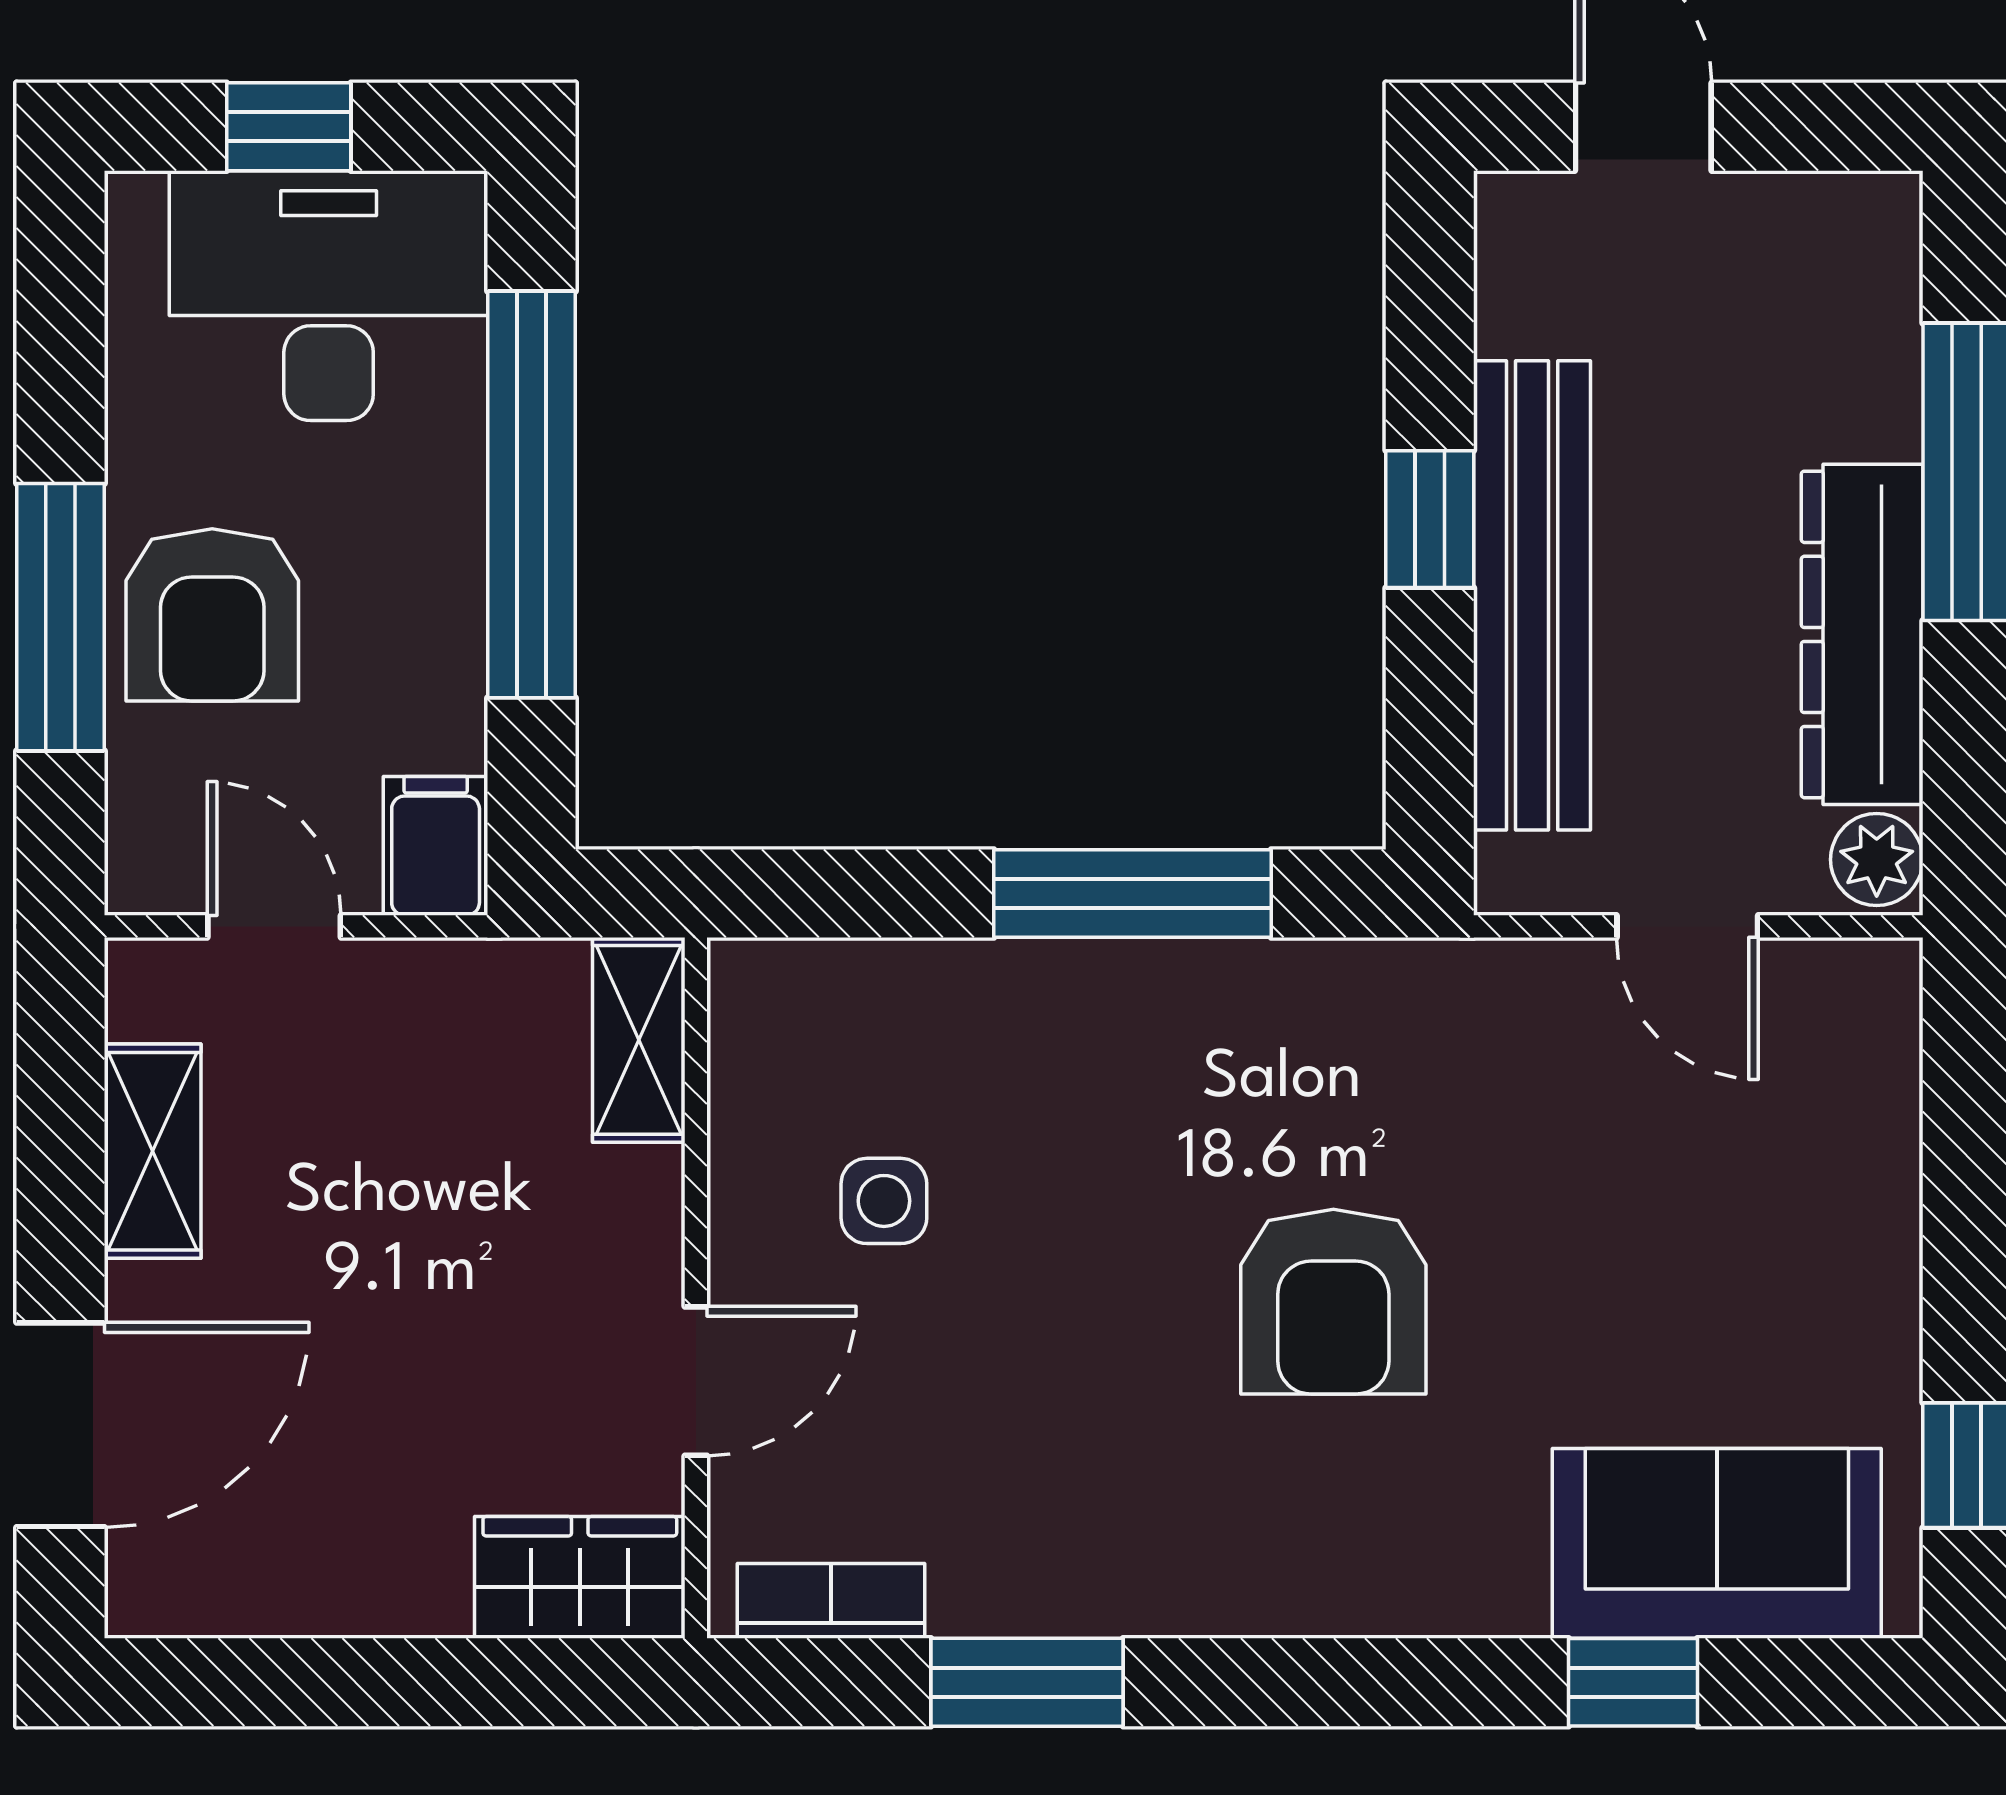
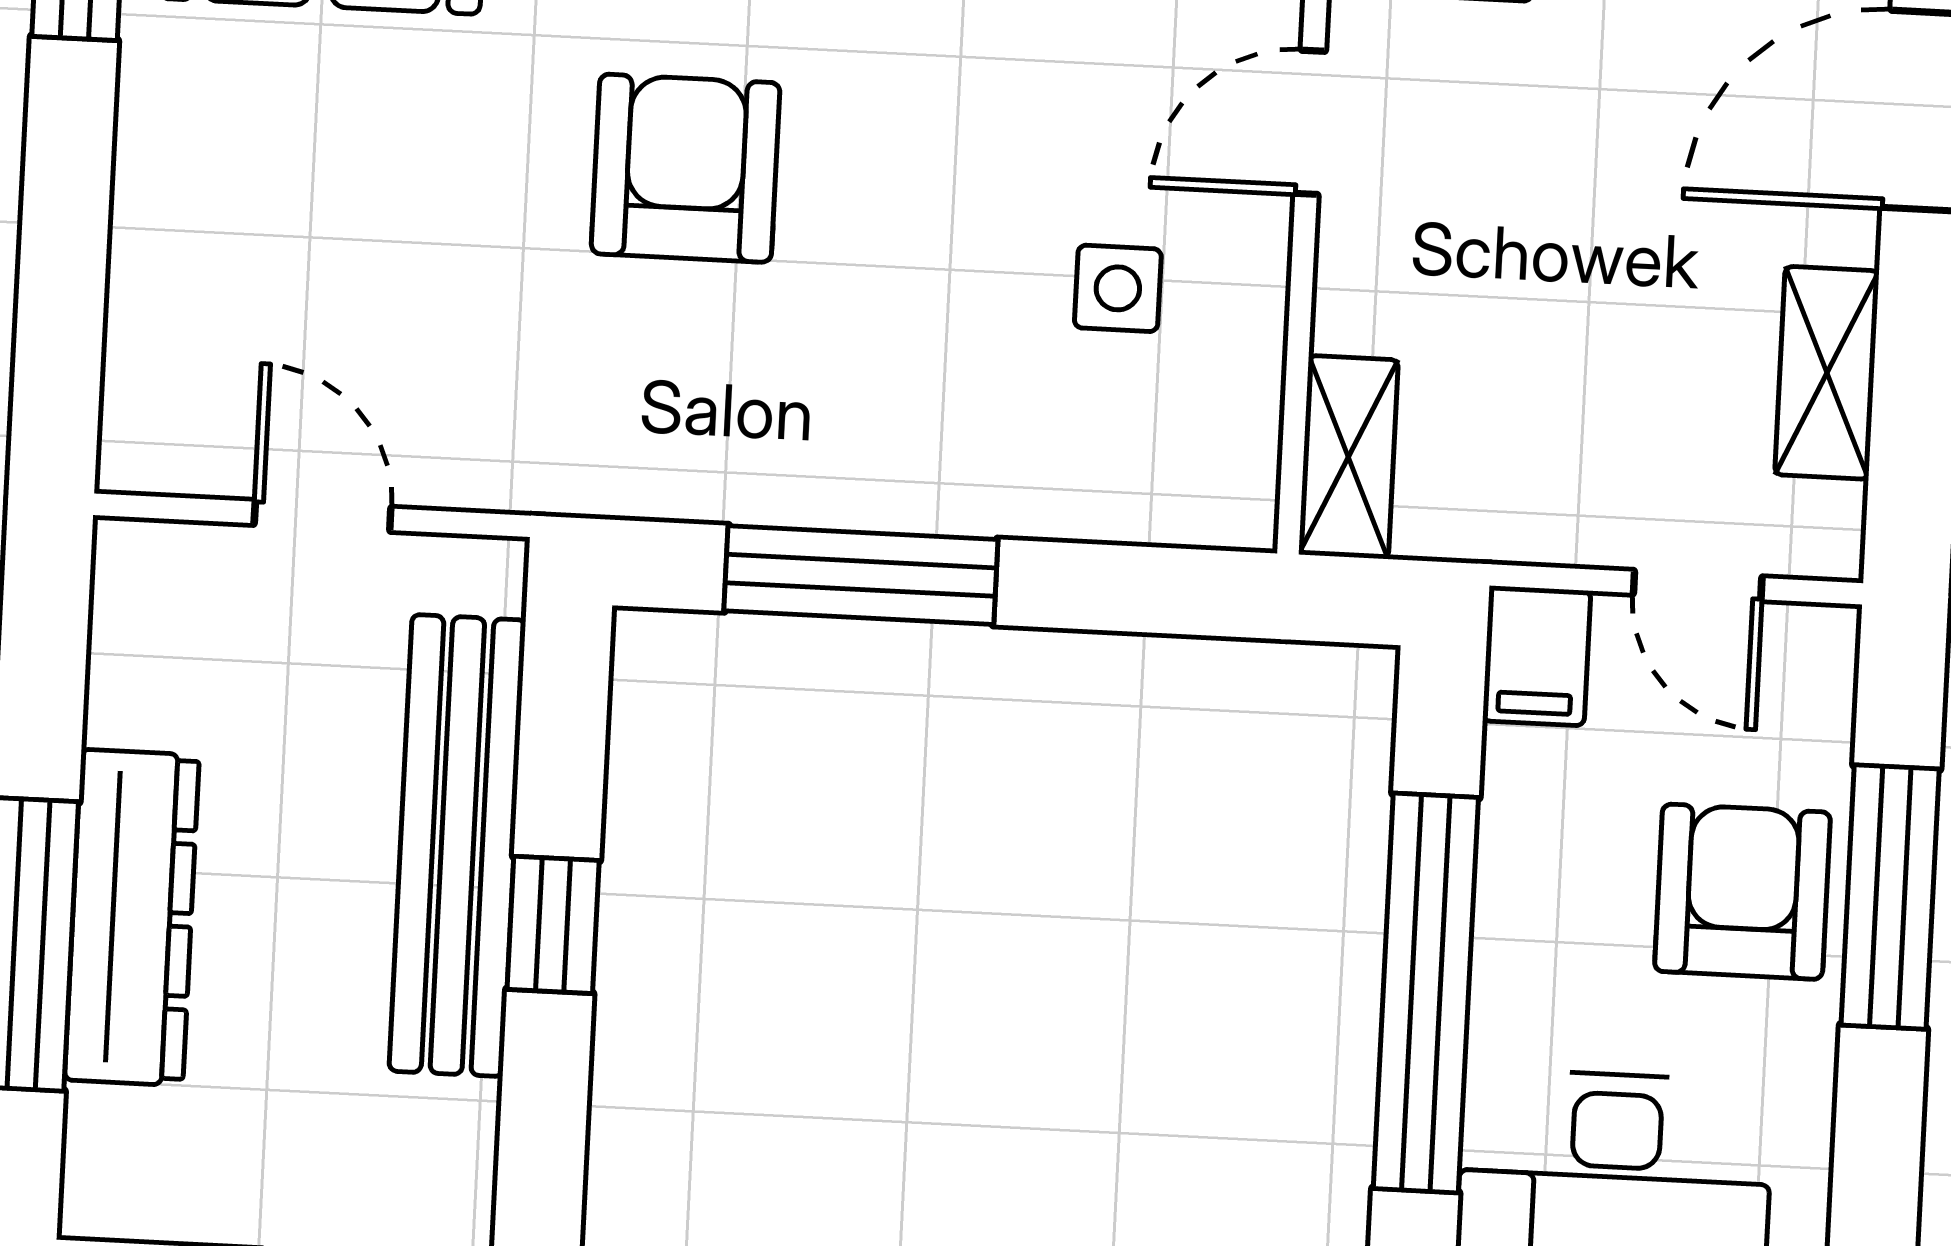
dresser: (1862, 634) -> (132, 917), moved
plant: (1877, 860) -> (135, 572), removed

